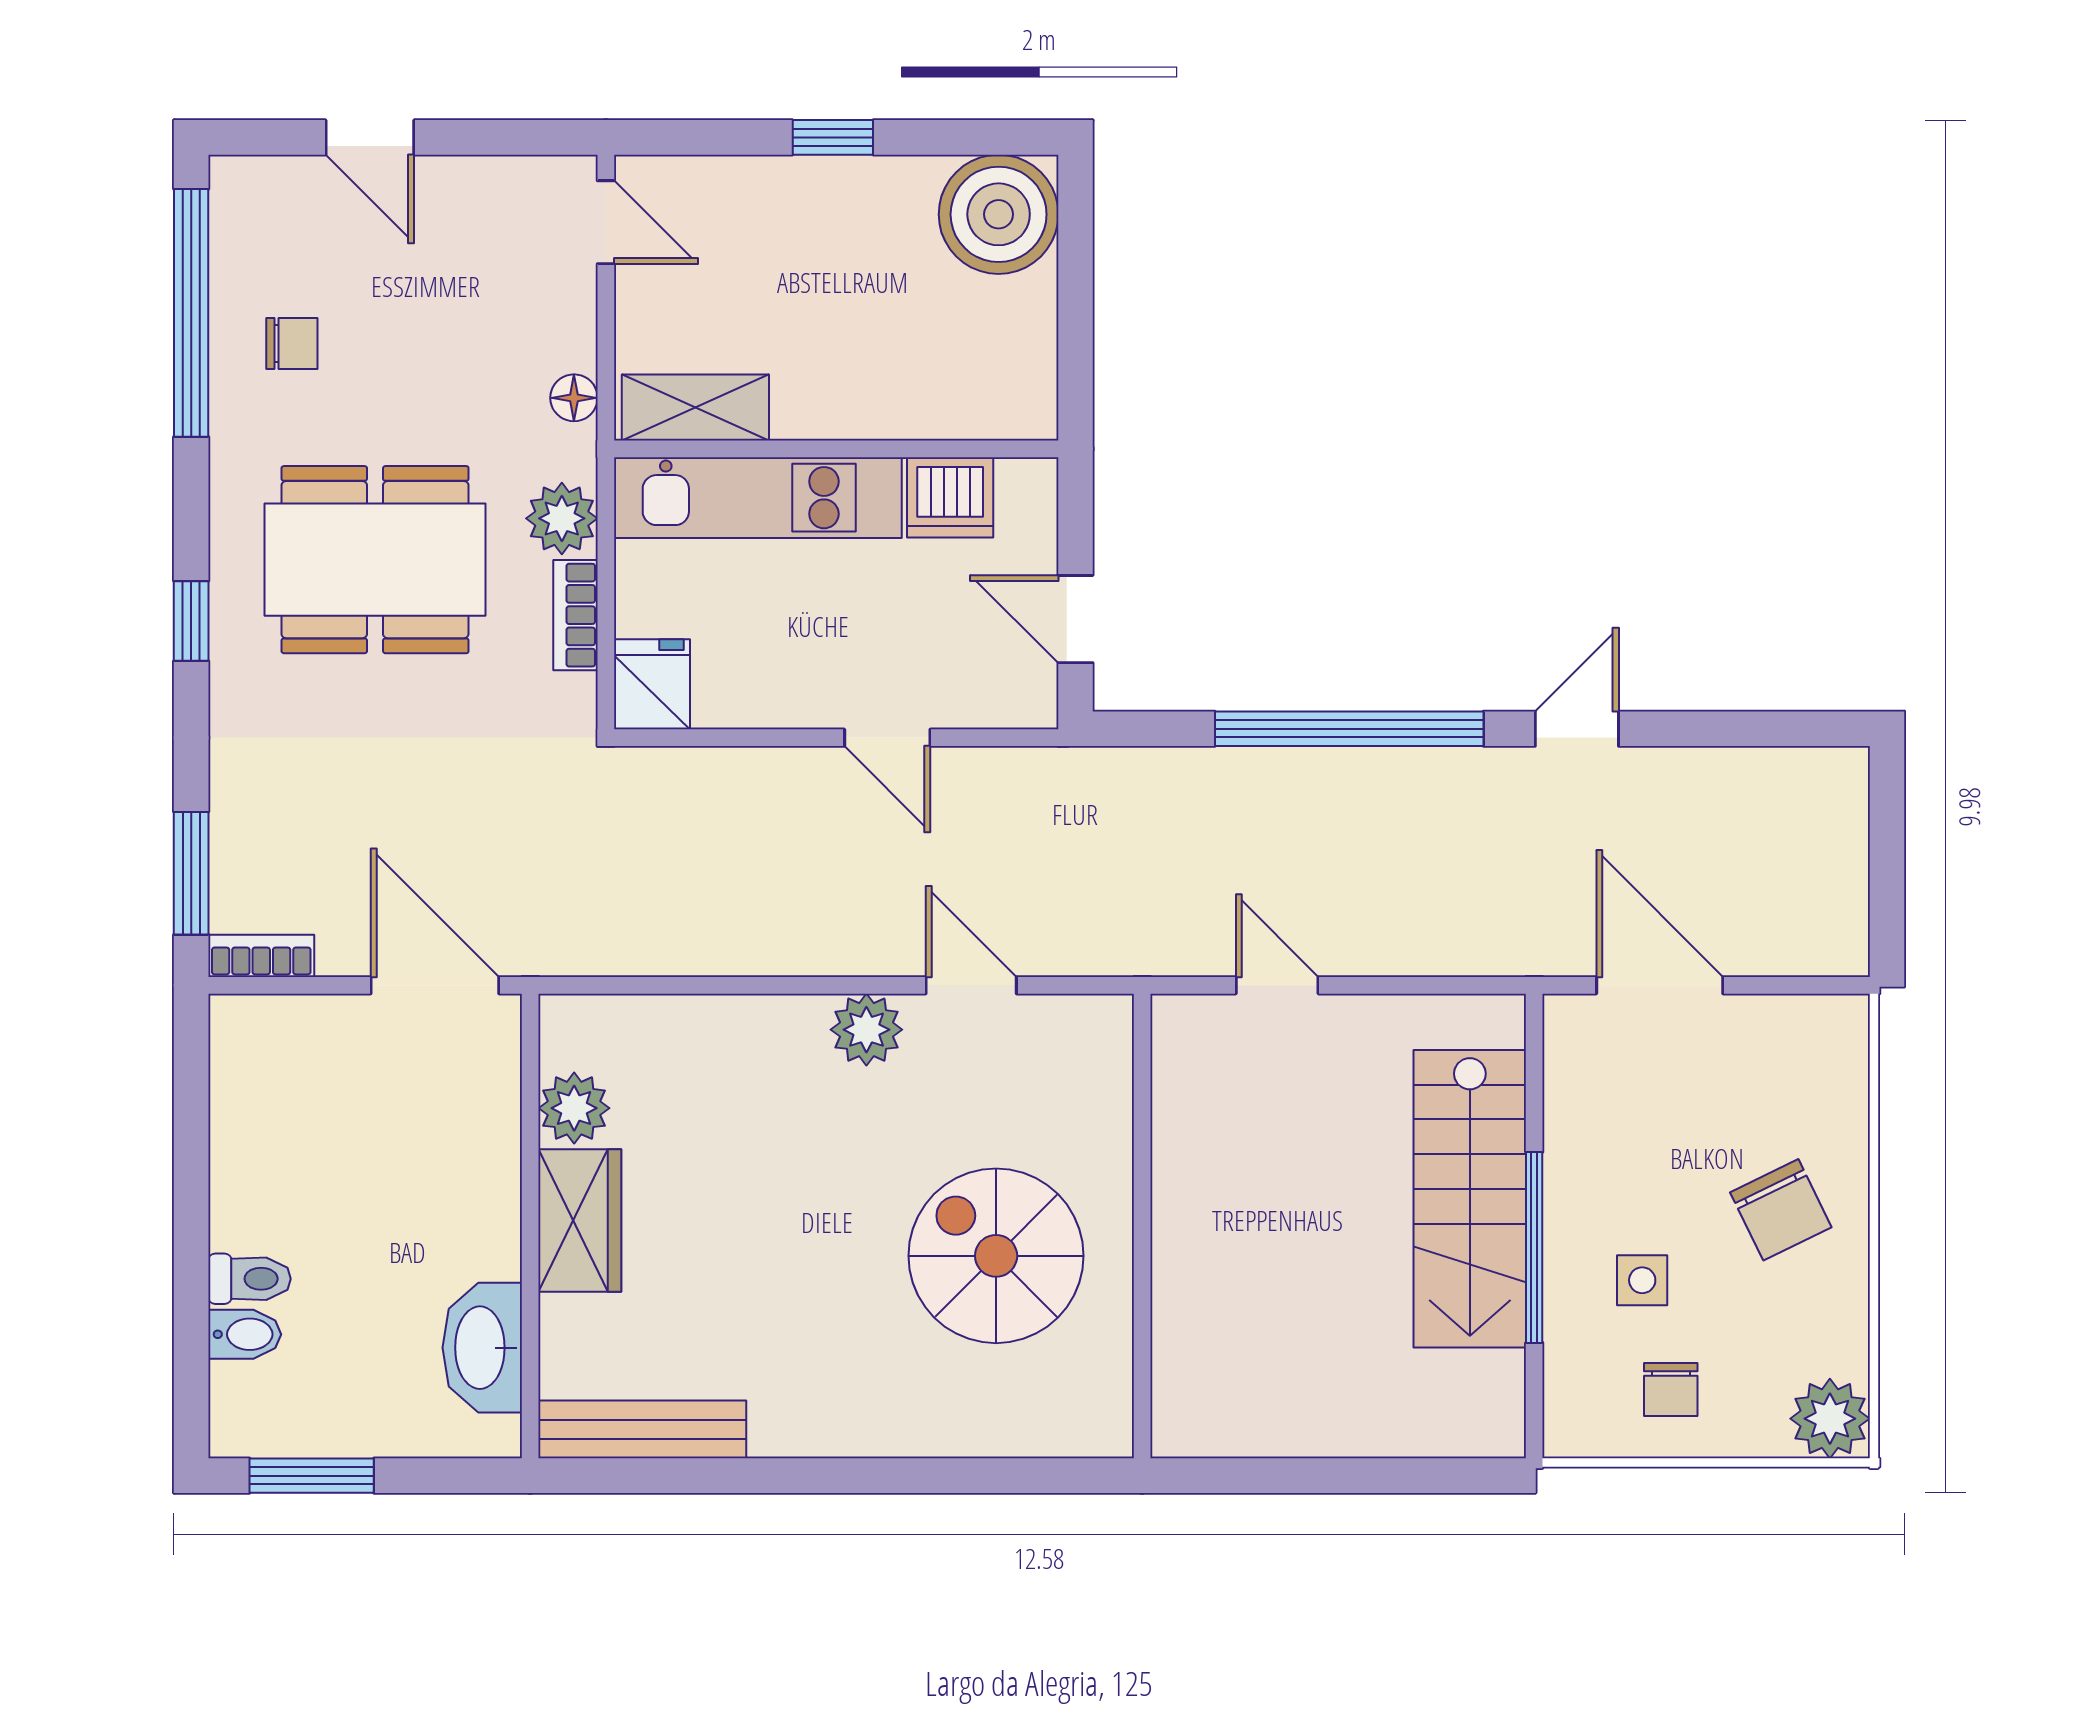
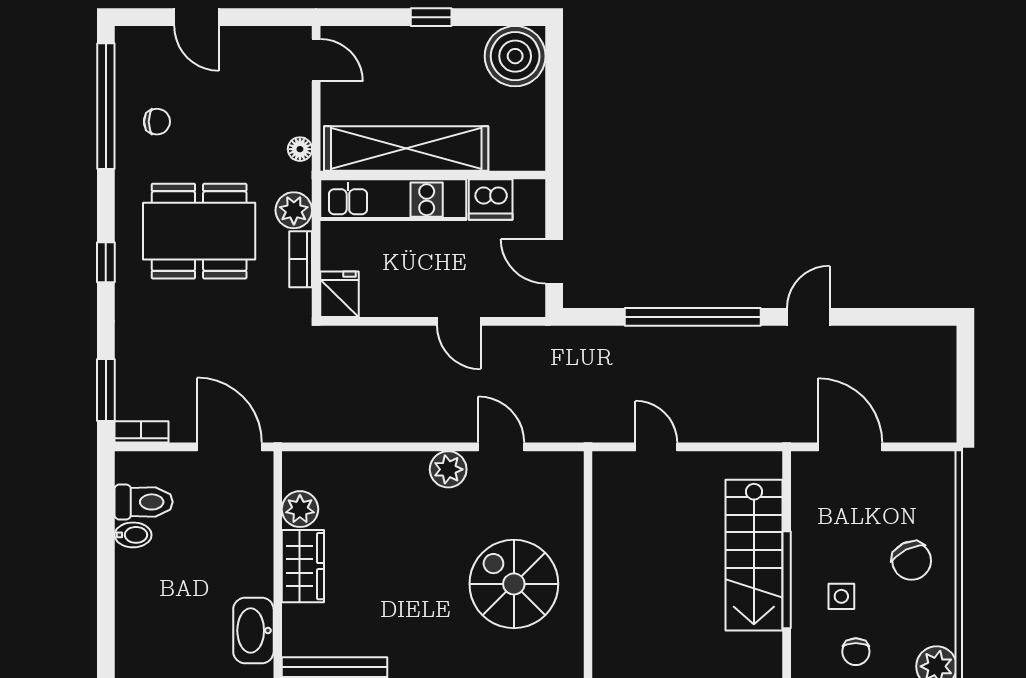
shelving: (695, 408) -> (406, 148), width x2.20, depth x1.33
toilet: (250, 1279) -> (144, 502), moved, width x1.37, depth x1.39
bidet: (245, 1334) -> (133, 535), moved

